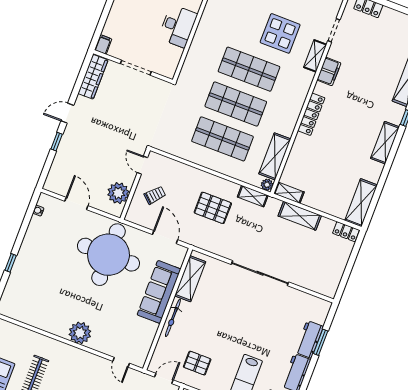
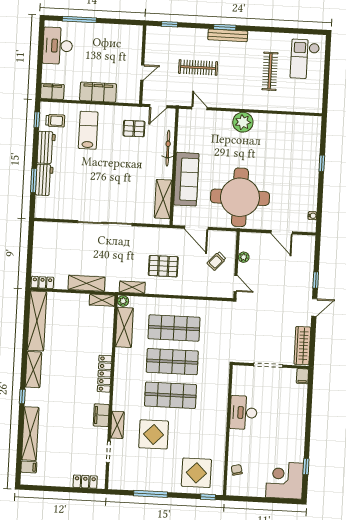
plant: (118, 193) -> (244, 257), width x0.53, depth x0.53
shelving: (361, 203) -> (37, 321), width x1.47
bicycle: (173, 318) -> (168, 148), moved

